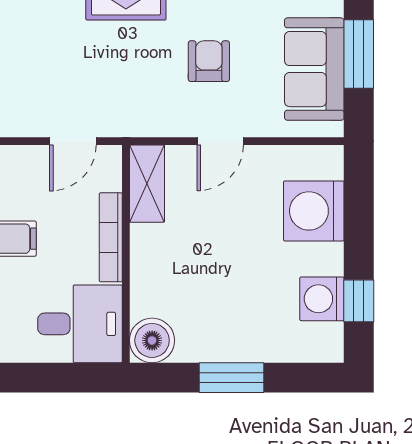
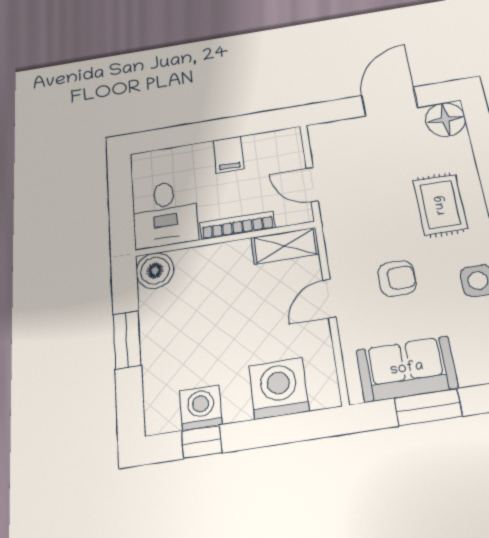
door: (220, 141) -> (329, 299), hinge flipped

